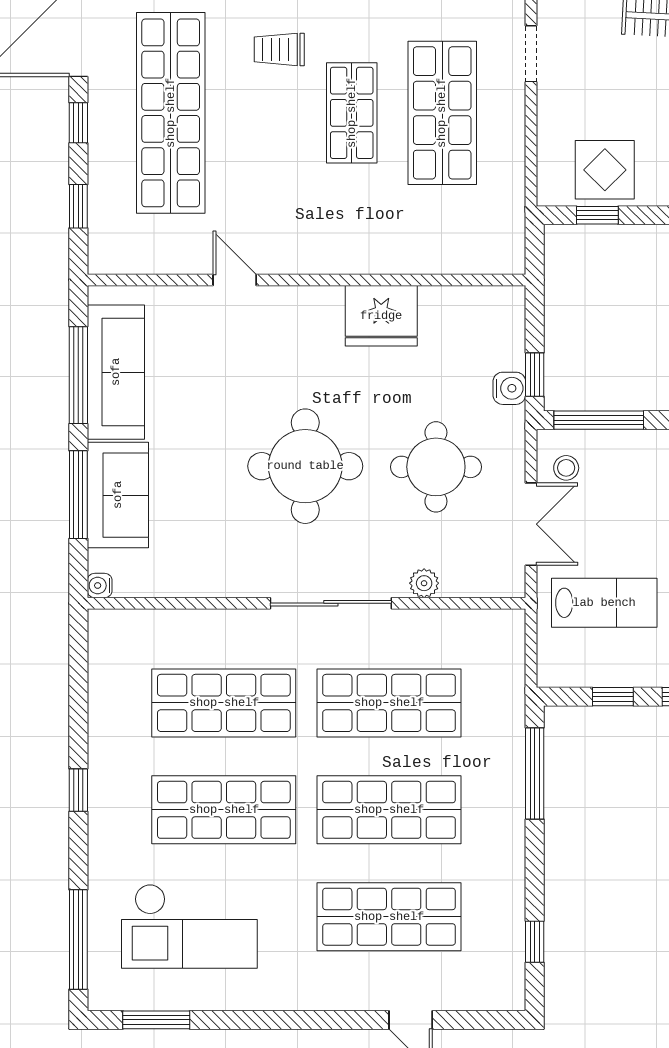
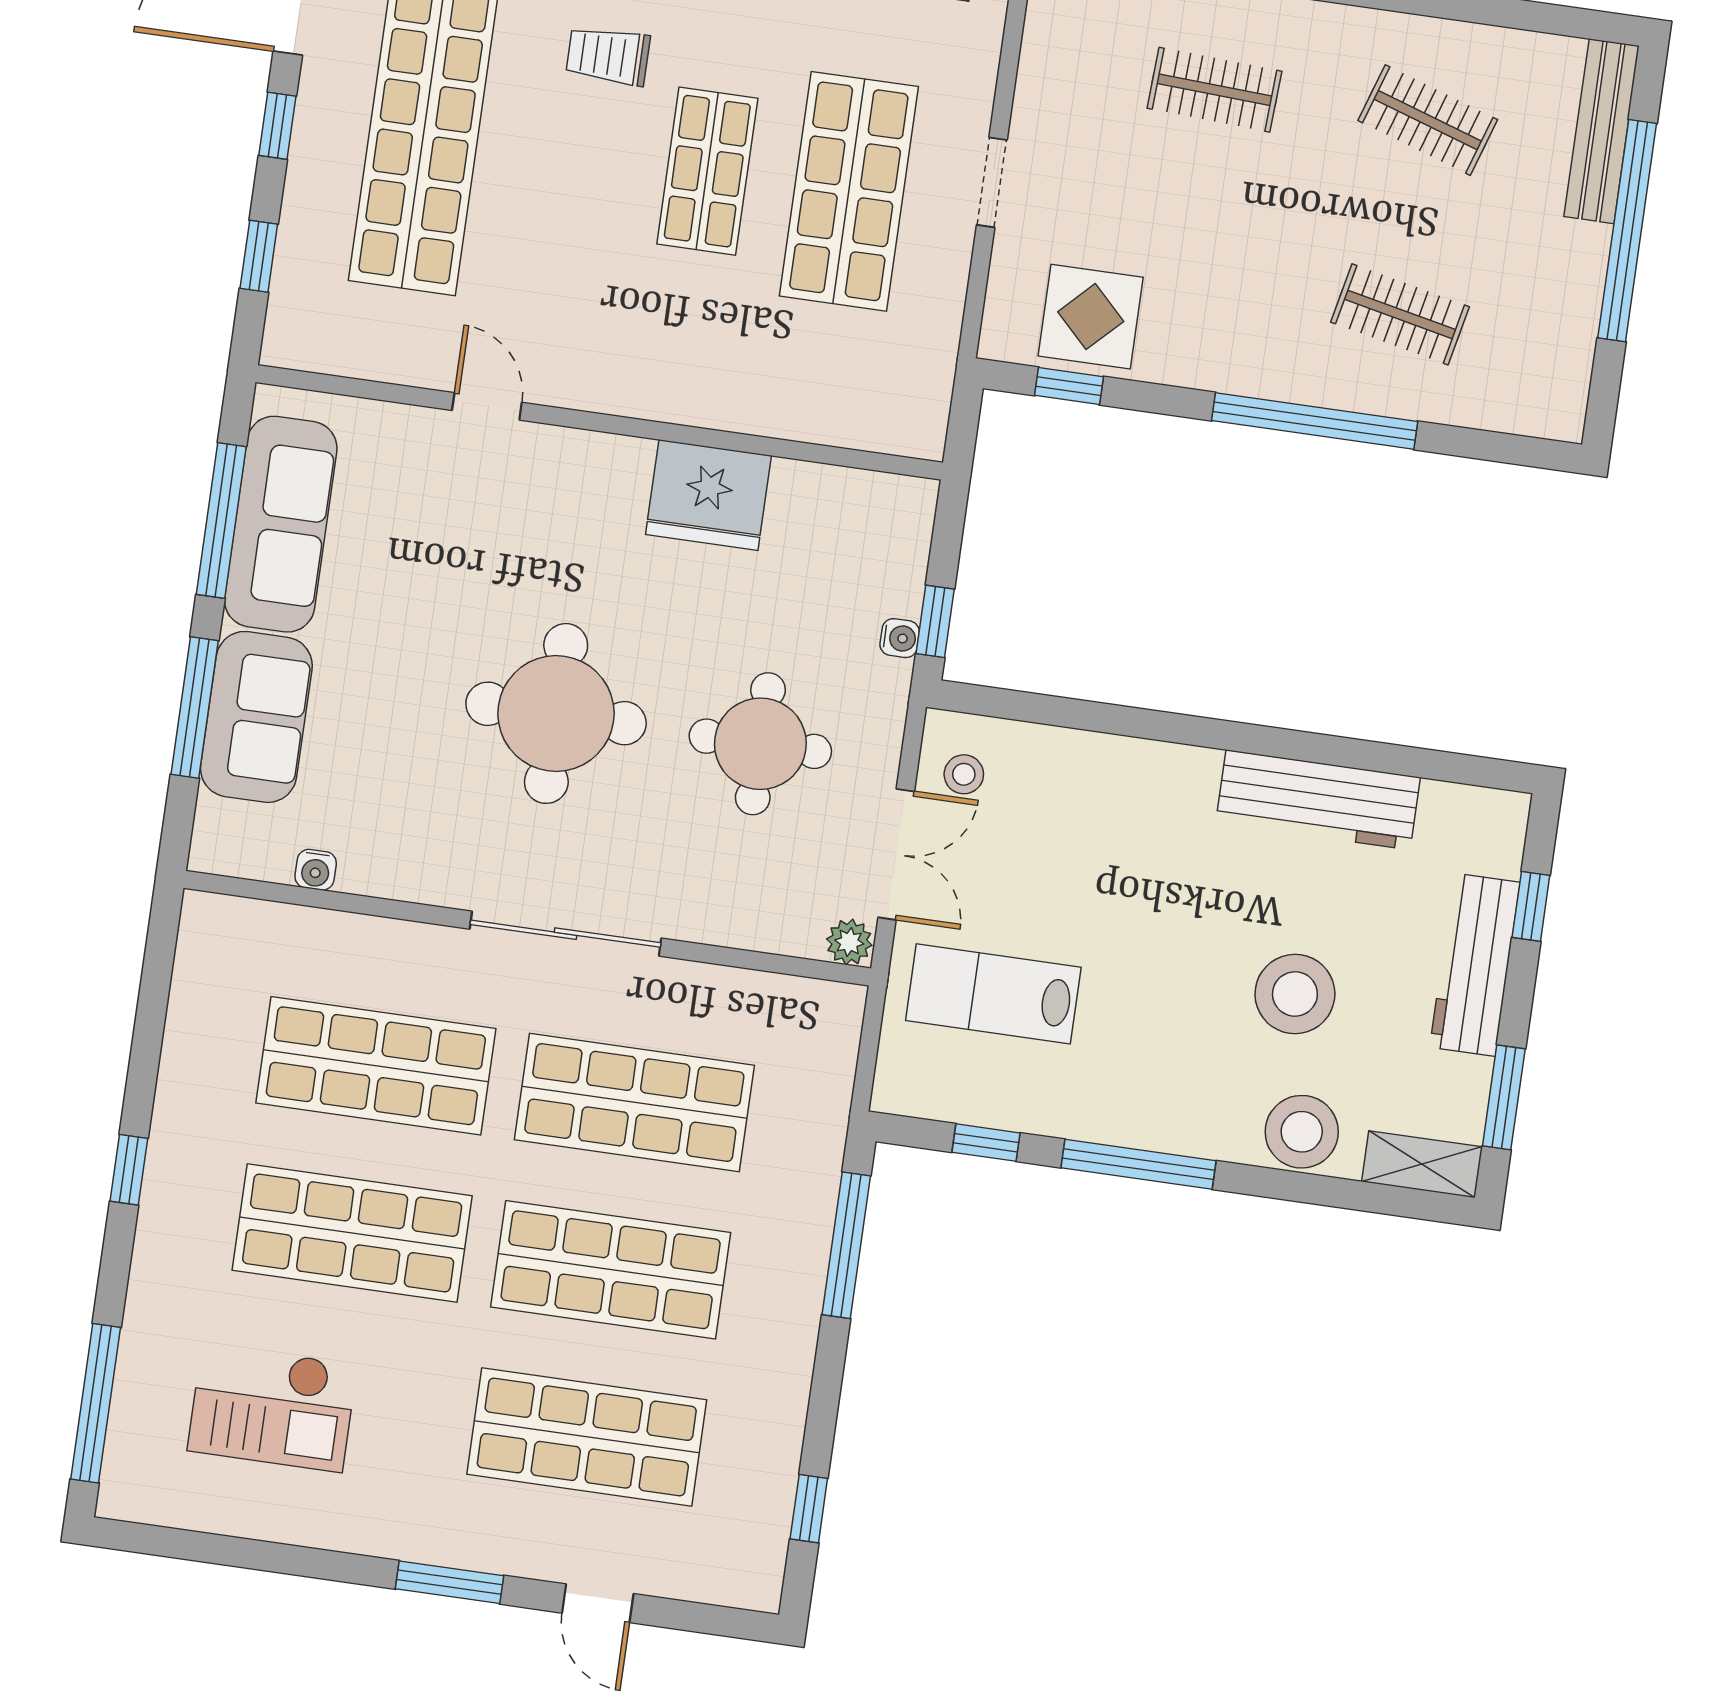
doorway: (531, 54) -> (992, 182), moved
water cooler: (509, 388) -> (900, 638), width x0.72, depth x0.72
window: (599, 420) -> (1025, 707), removed
plant: (424, 583) -> (849, 942), moved
water cooler: (100, 586) -> (316, 870), moved, turned -90
lab bench: (604, 603) -> (993, 994), turned 180
checkout: (189, 926) -> (272, 1407), width x0.73, depth x0.83
window: (156, 1020) -> (450, 1582), moved

